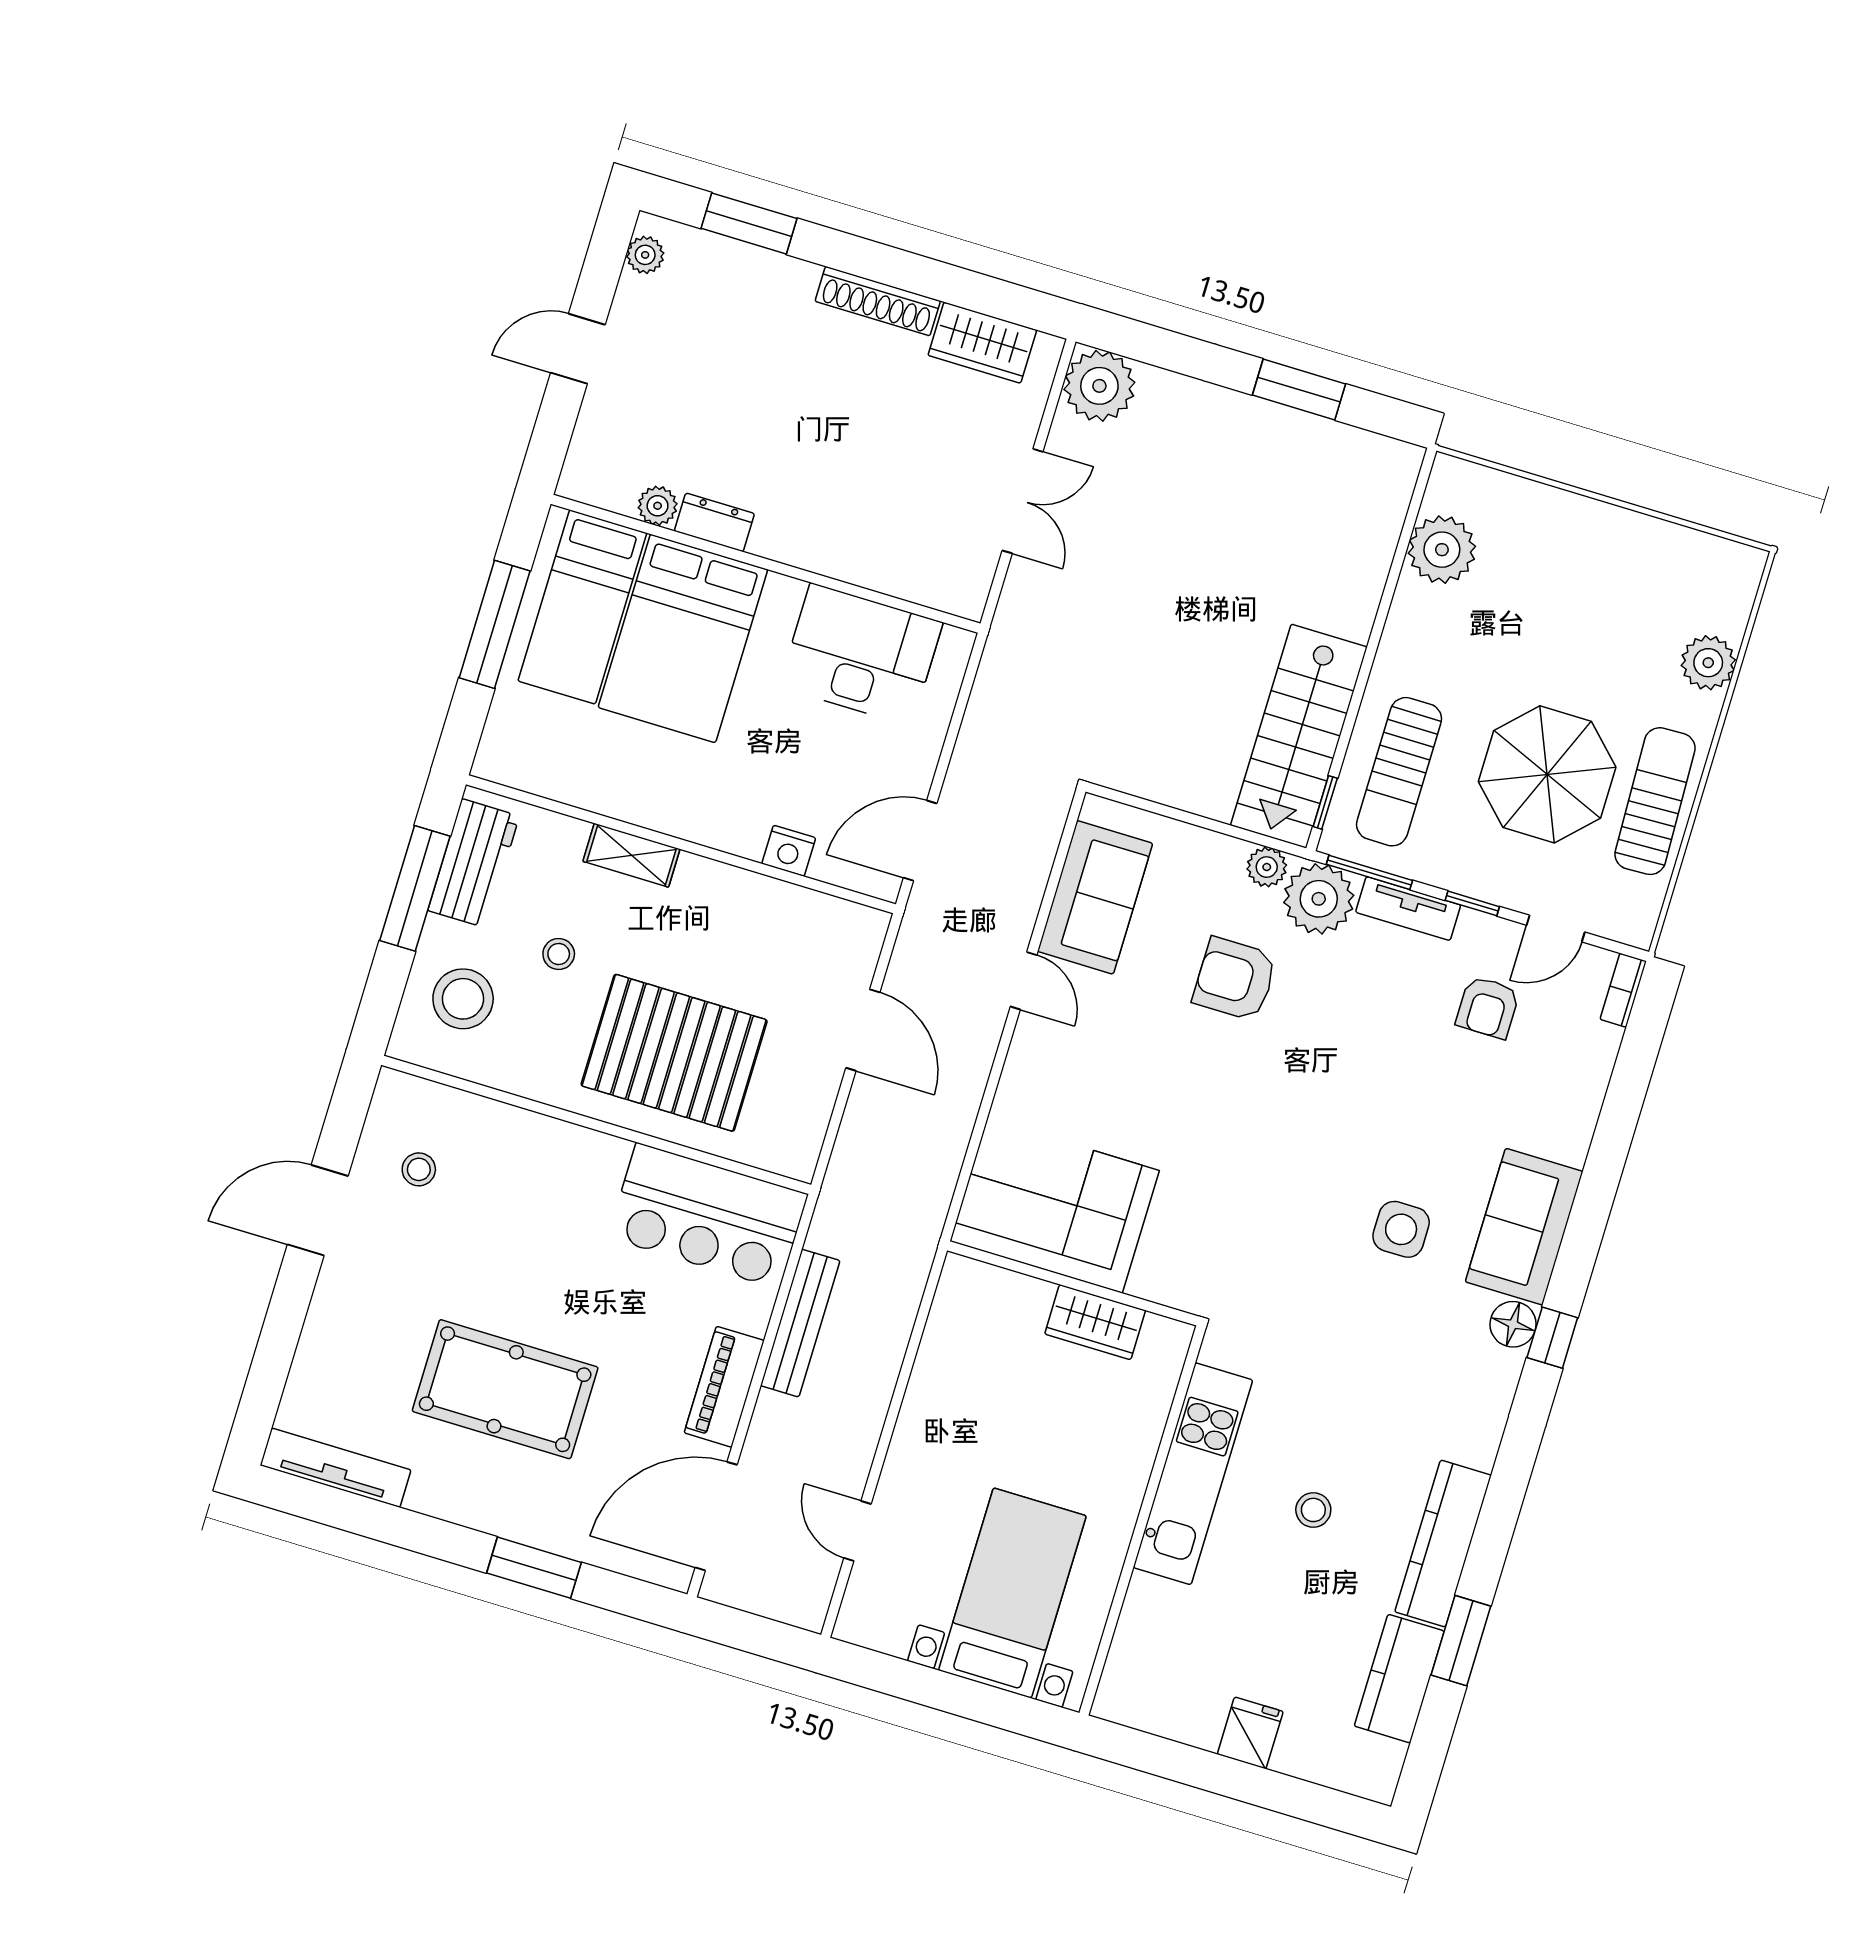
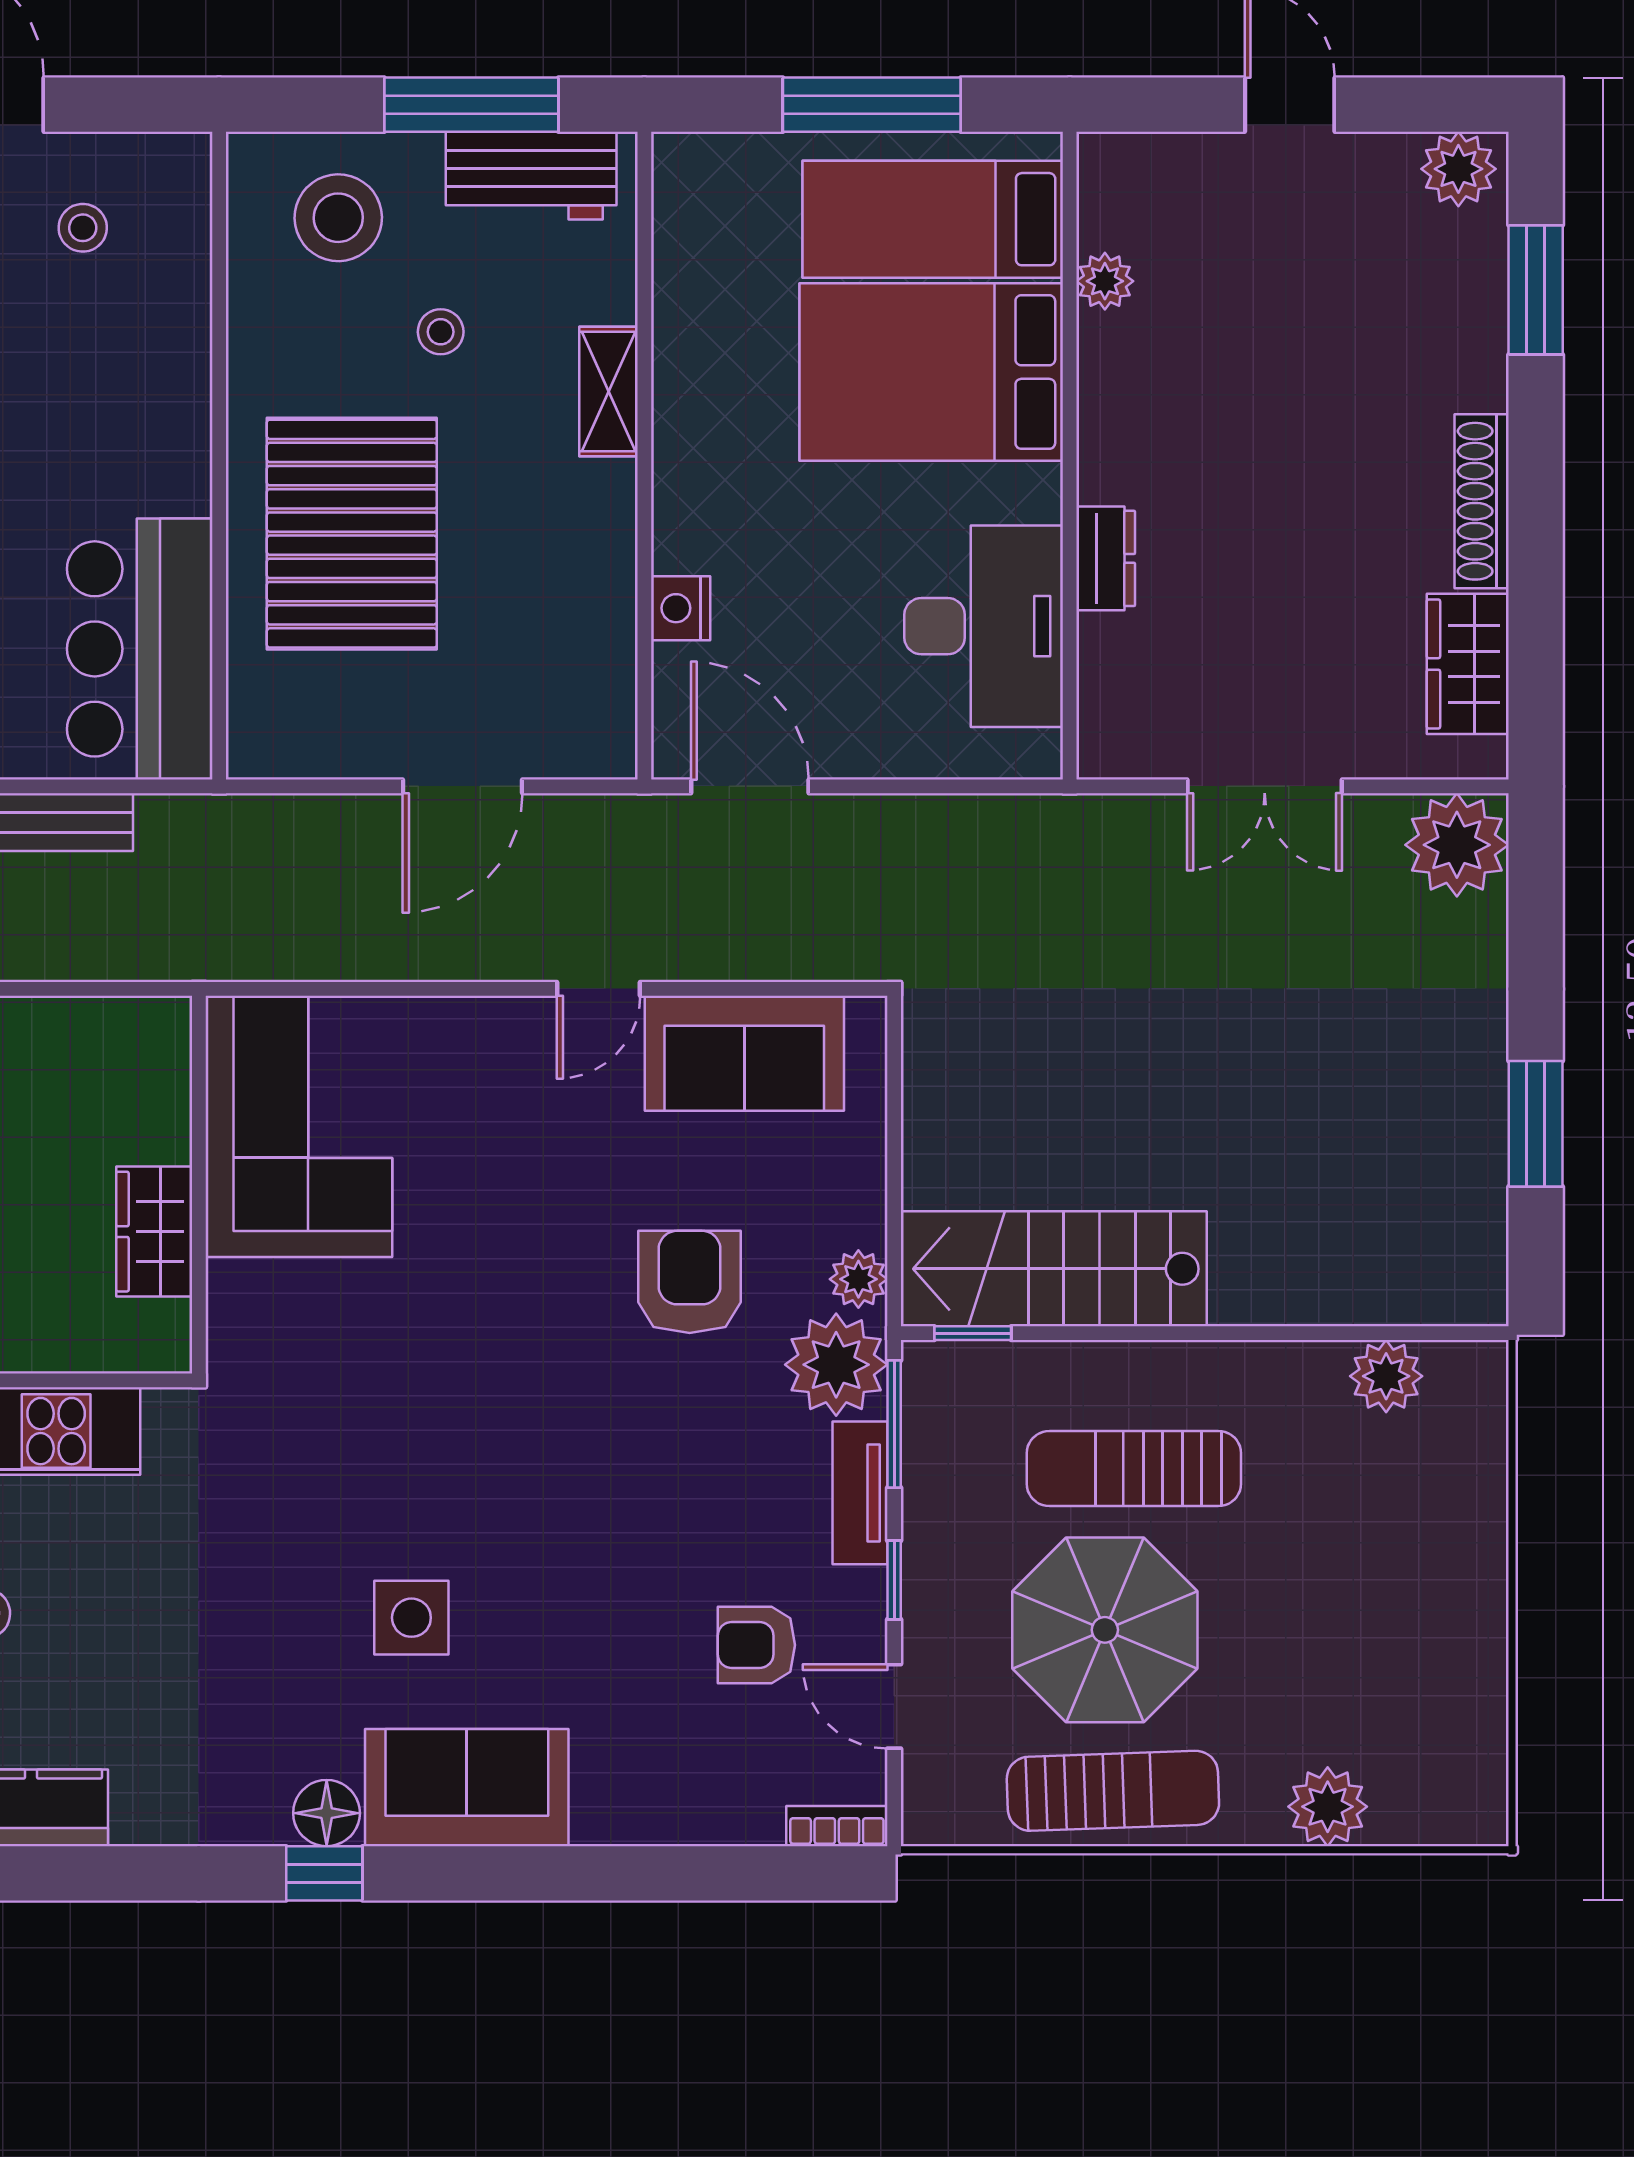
plant: (645, 255) -> (1458, 169), width x1.38, depth x1.38
dresser: (714, 522) -> (1106, 558), moved
plant: (1442, 550) -> (1386, 1376), width x0.73, depth x0.73
sun lounger: (1399, 772) -> (1134, 1469), moved

